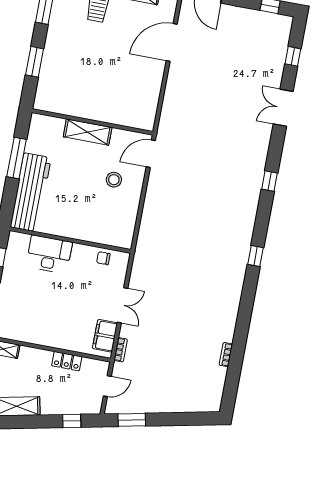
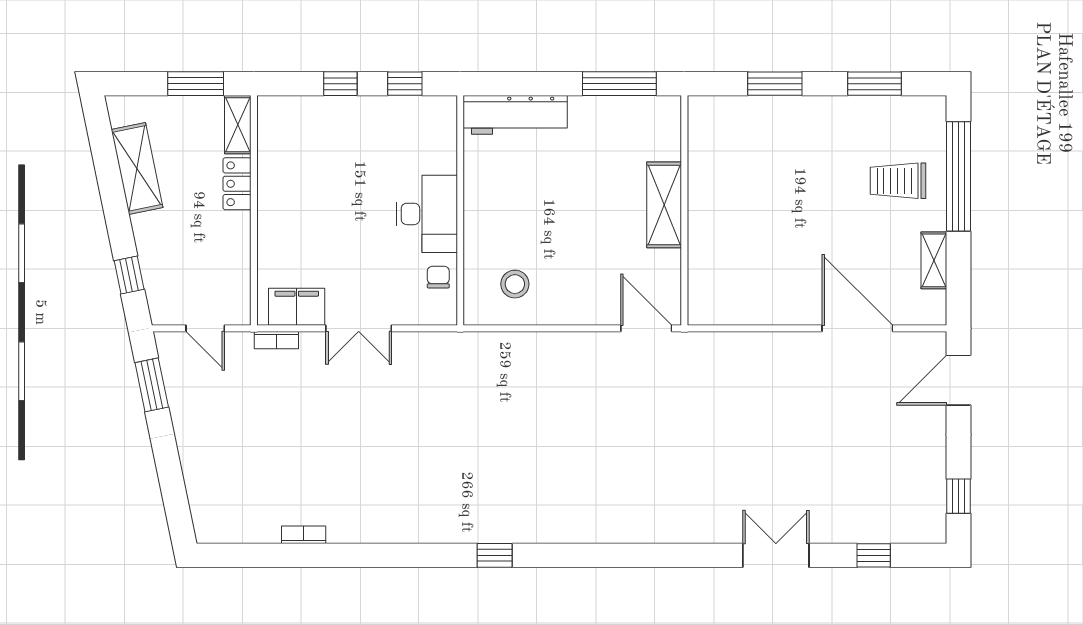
window: (17, 158) -> (619, 84), moved
stool: (114, 180) -> (515, 284), moved
window: (270, 181) -> (637, 555), removed
workbench: (31, 192) -> (515, 115), width x0.73, depth x0.76
desk: (49, 254) -> (427, 214), moved
locker: (67, 361) -> (237, 184), moved

